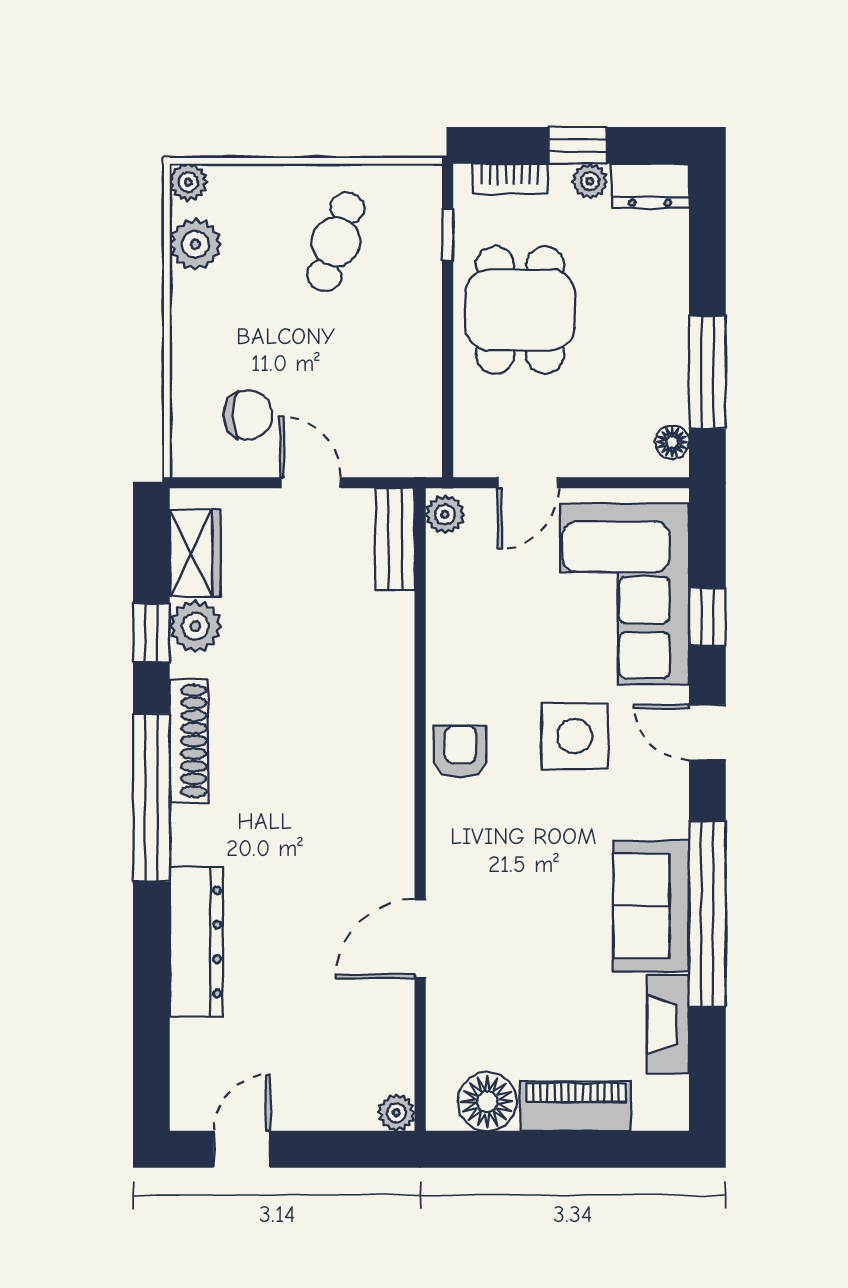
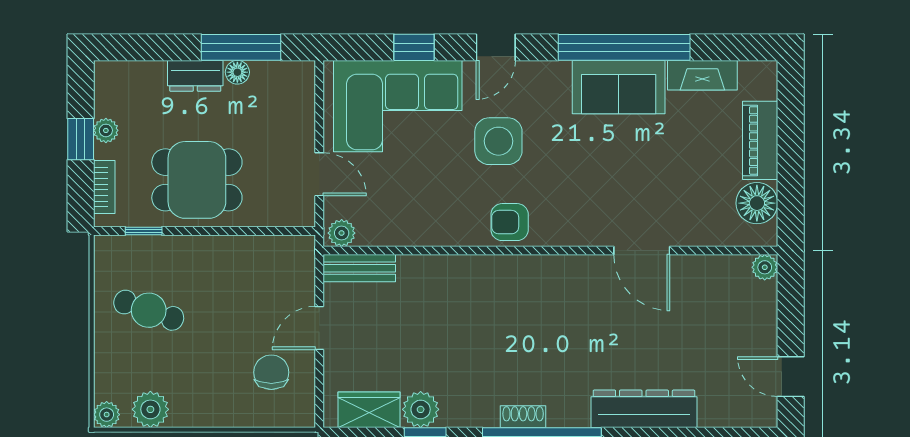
dresser: (650, 186) -> (195, 76), moved, turned 90
floor lamp: (672, 442) -> (237, 72), moved
shoe rack: (189, 741) -> (523, 417), width x0.51, depth x0.81

